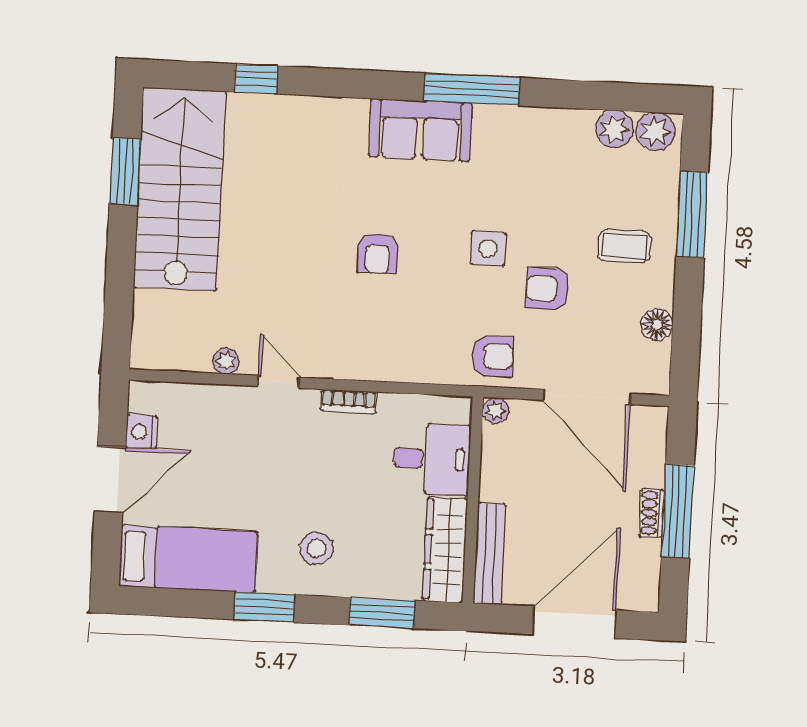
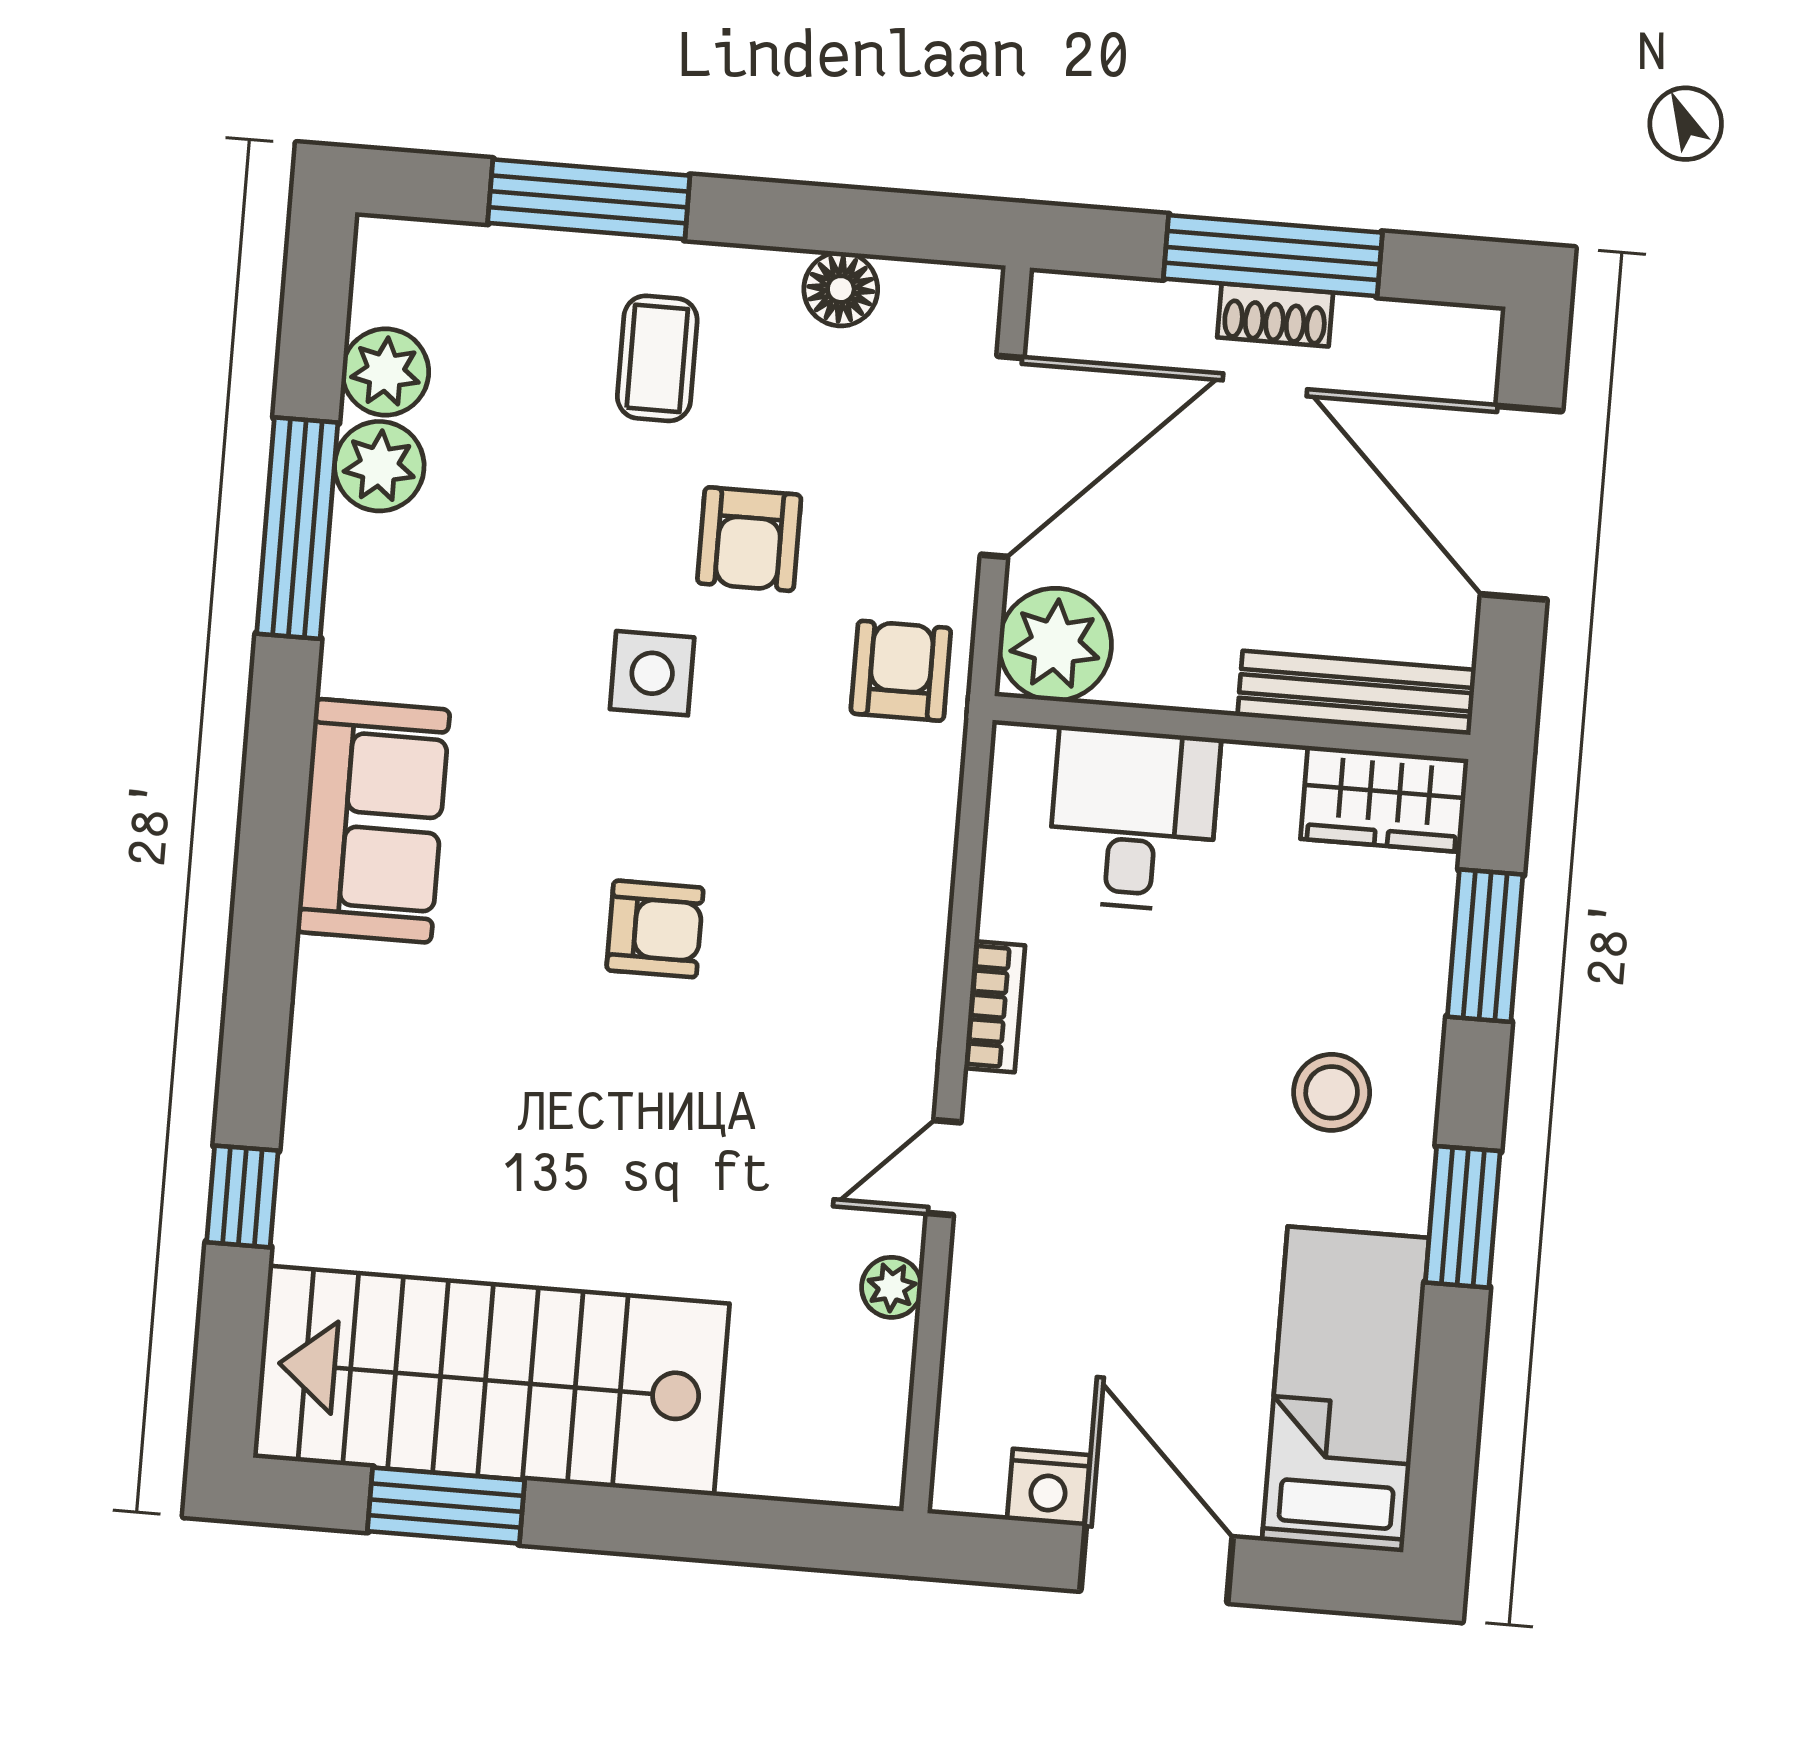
window: (472, 89) -> (297, 528), moved
plant: (655, 132) -> (379, 466), moved
plant: (495, 411) -> (1055, 644), width x1.88, depth x1.88
wardrobe: (445, 550) -> (1384, 799), width x0.67

